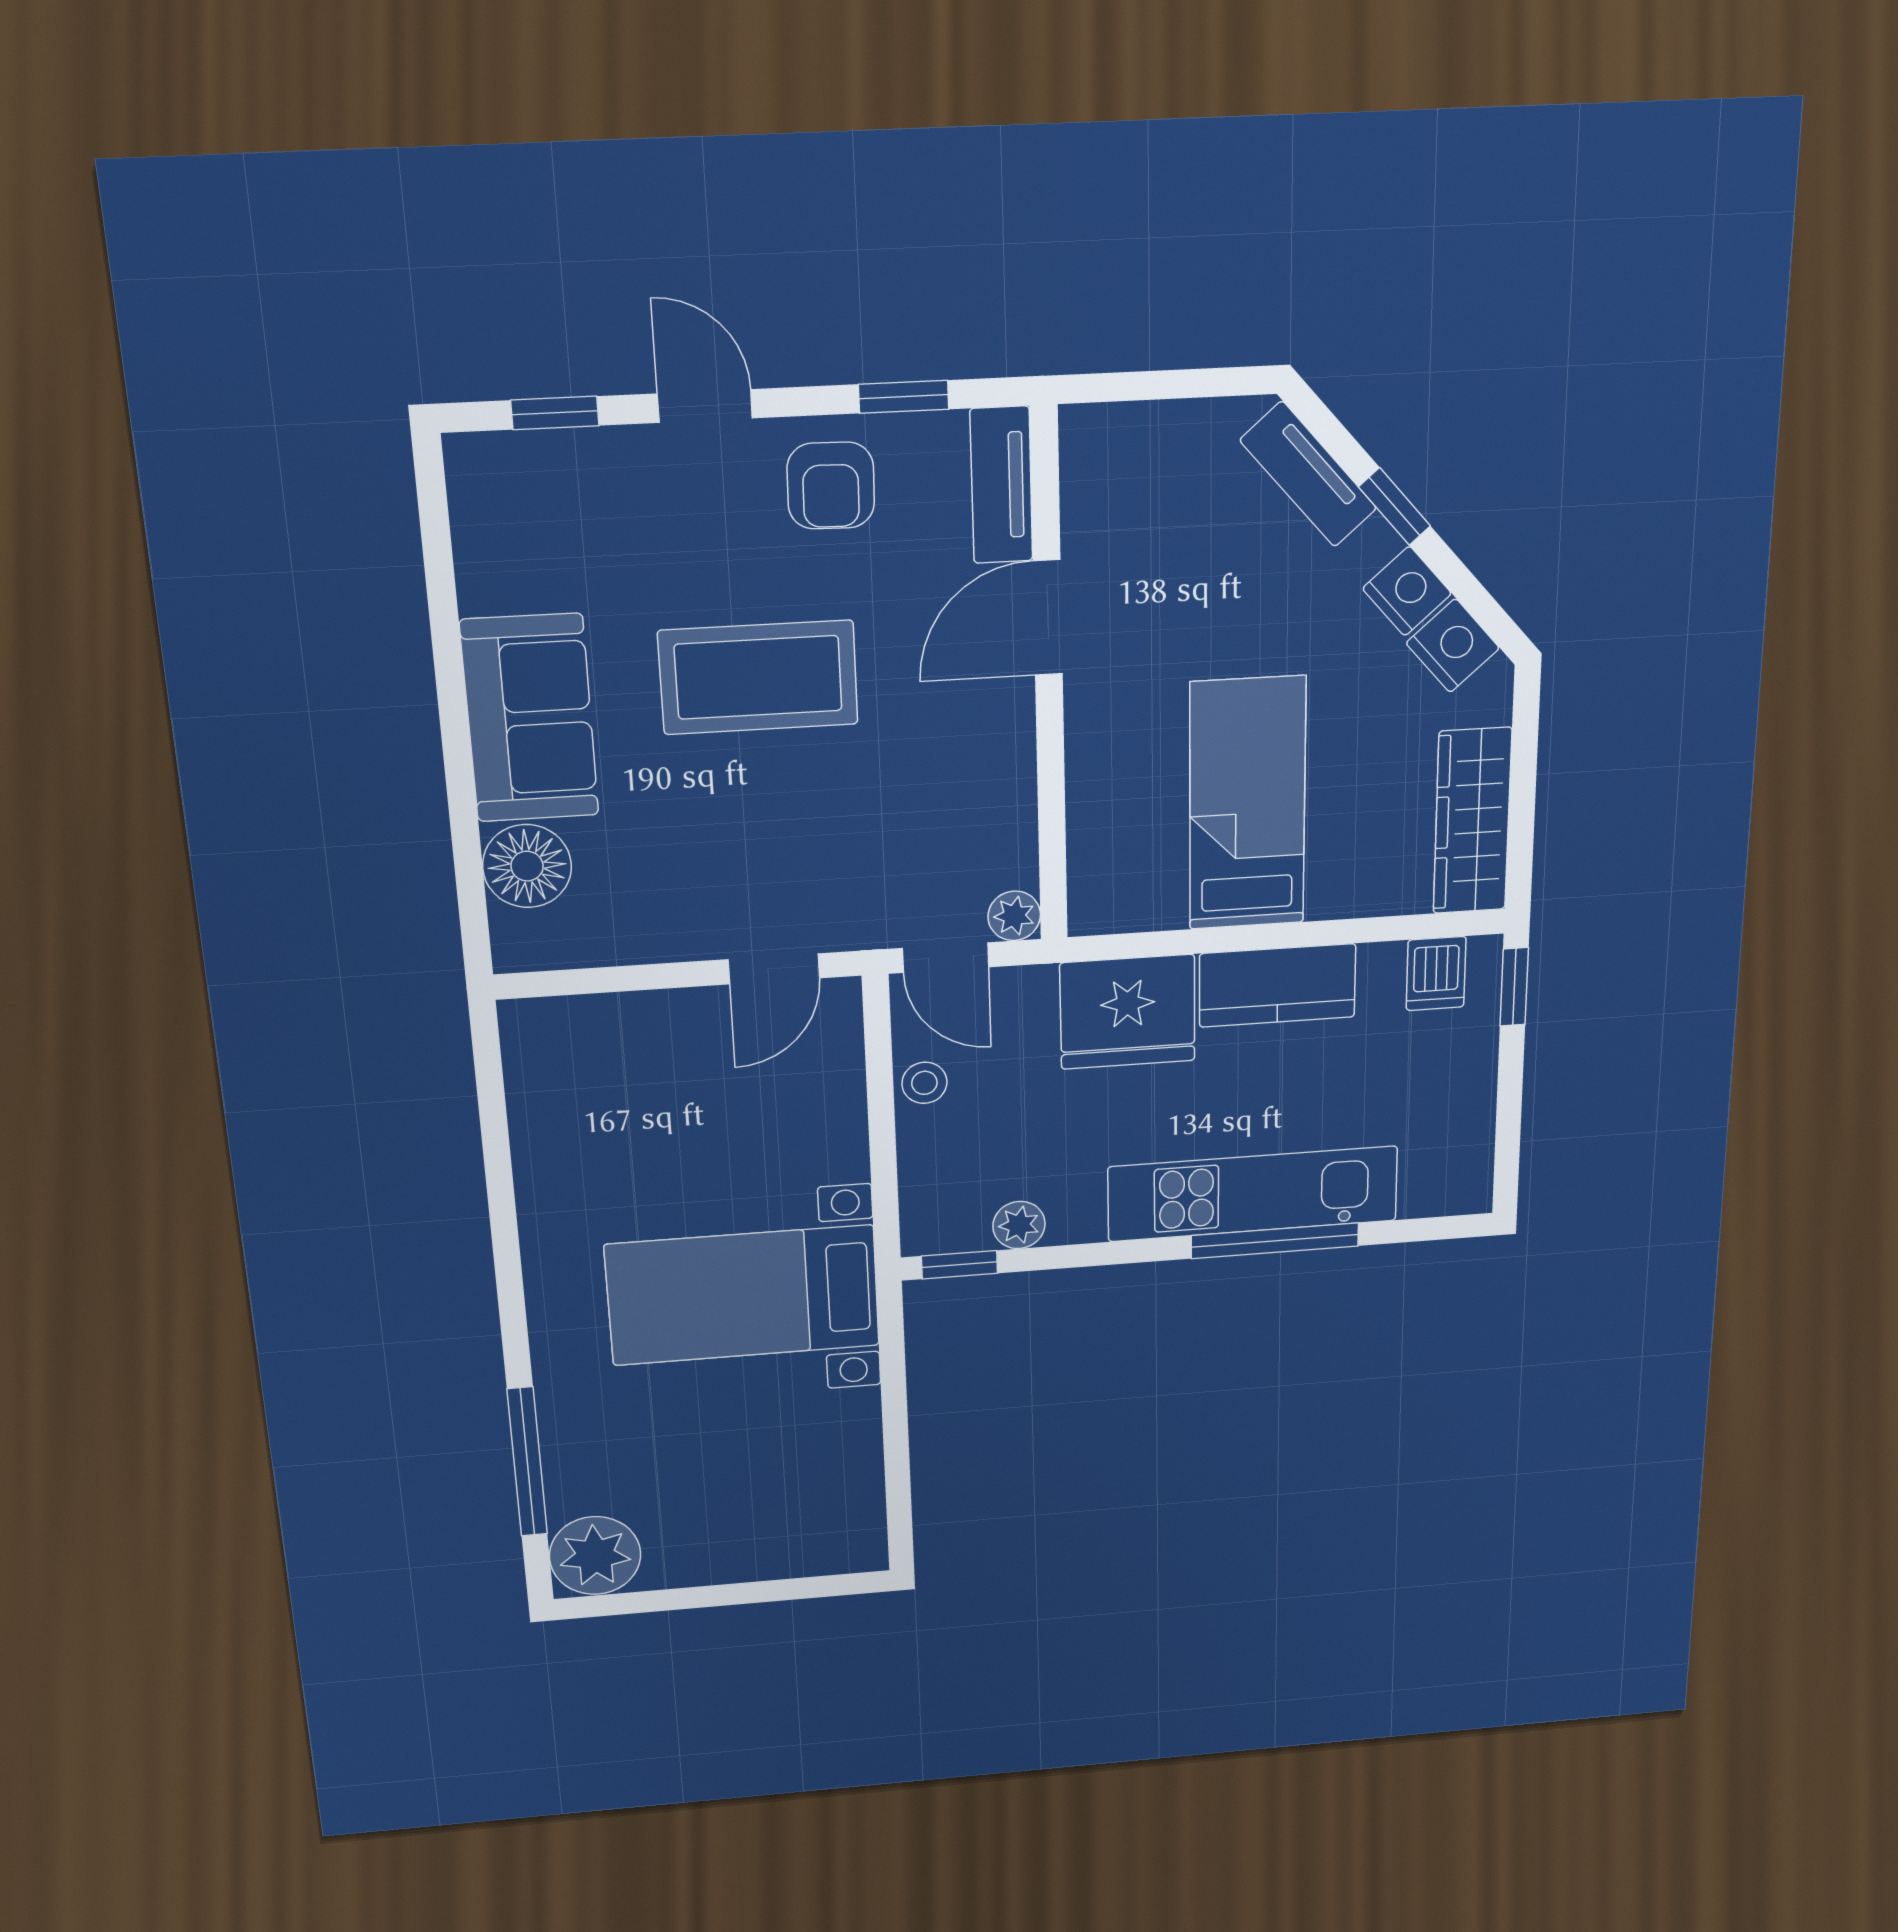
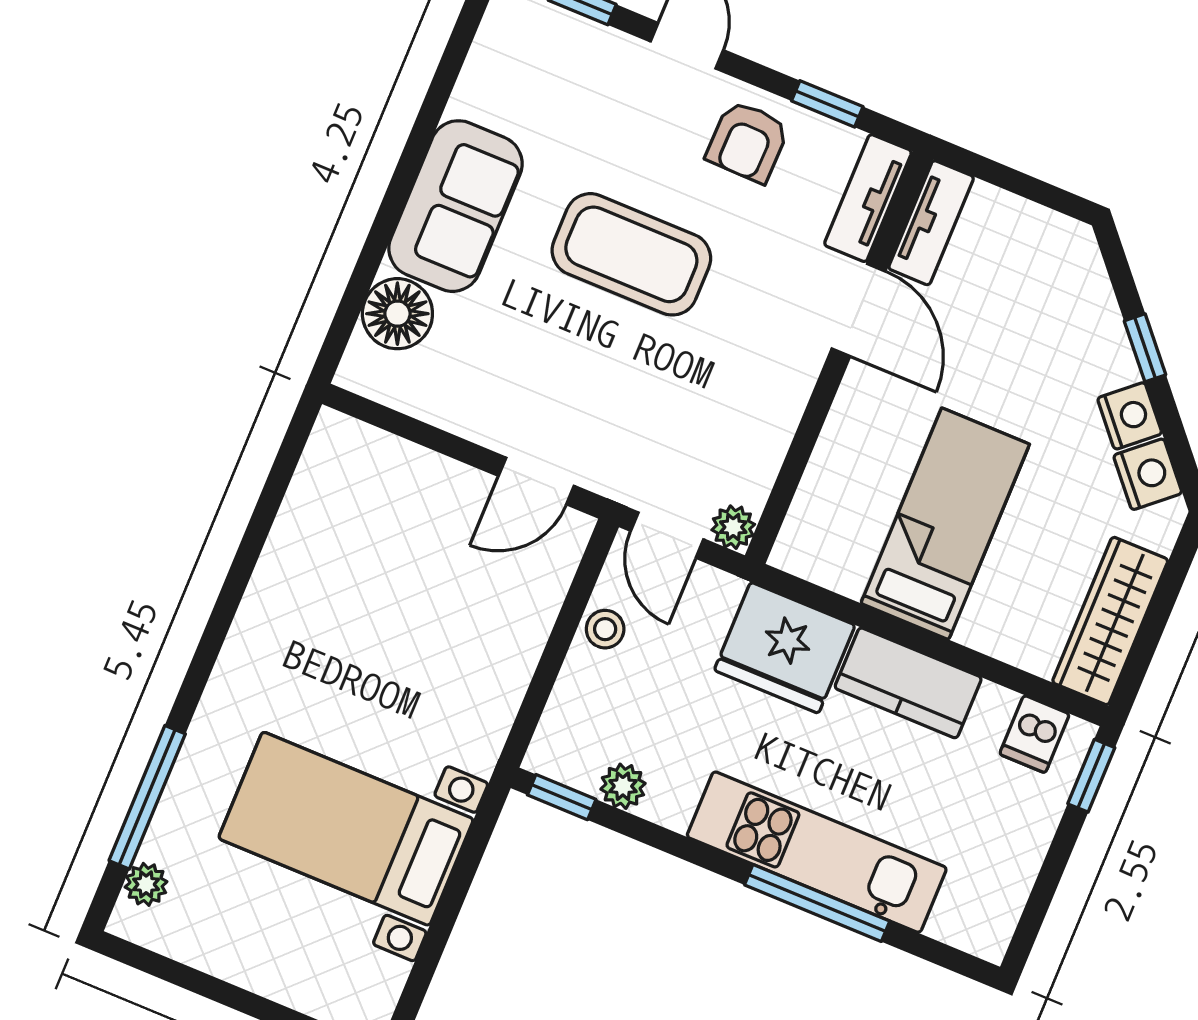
tv unit: (1308, 474) -> (931, 223), moved, turned -139
door: (1048, 618) -> (859, 310), swing flipped
bed with nightstands: (743, 1295) -> (346, 829), moved
plant: (595, 1556) -> (146, 884), width x0.53, depth x0.53

